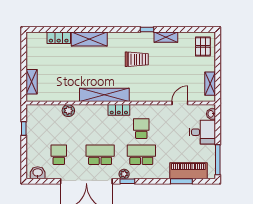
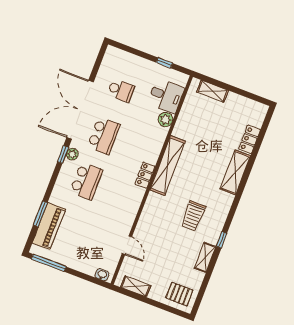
school desk: (141, 129) -> (115, 192), removed
desk: (202, 132) -> (166, 96), moved, turned -90
washbasin: (38, 173) -> (110, 60), removed

